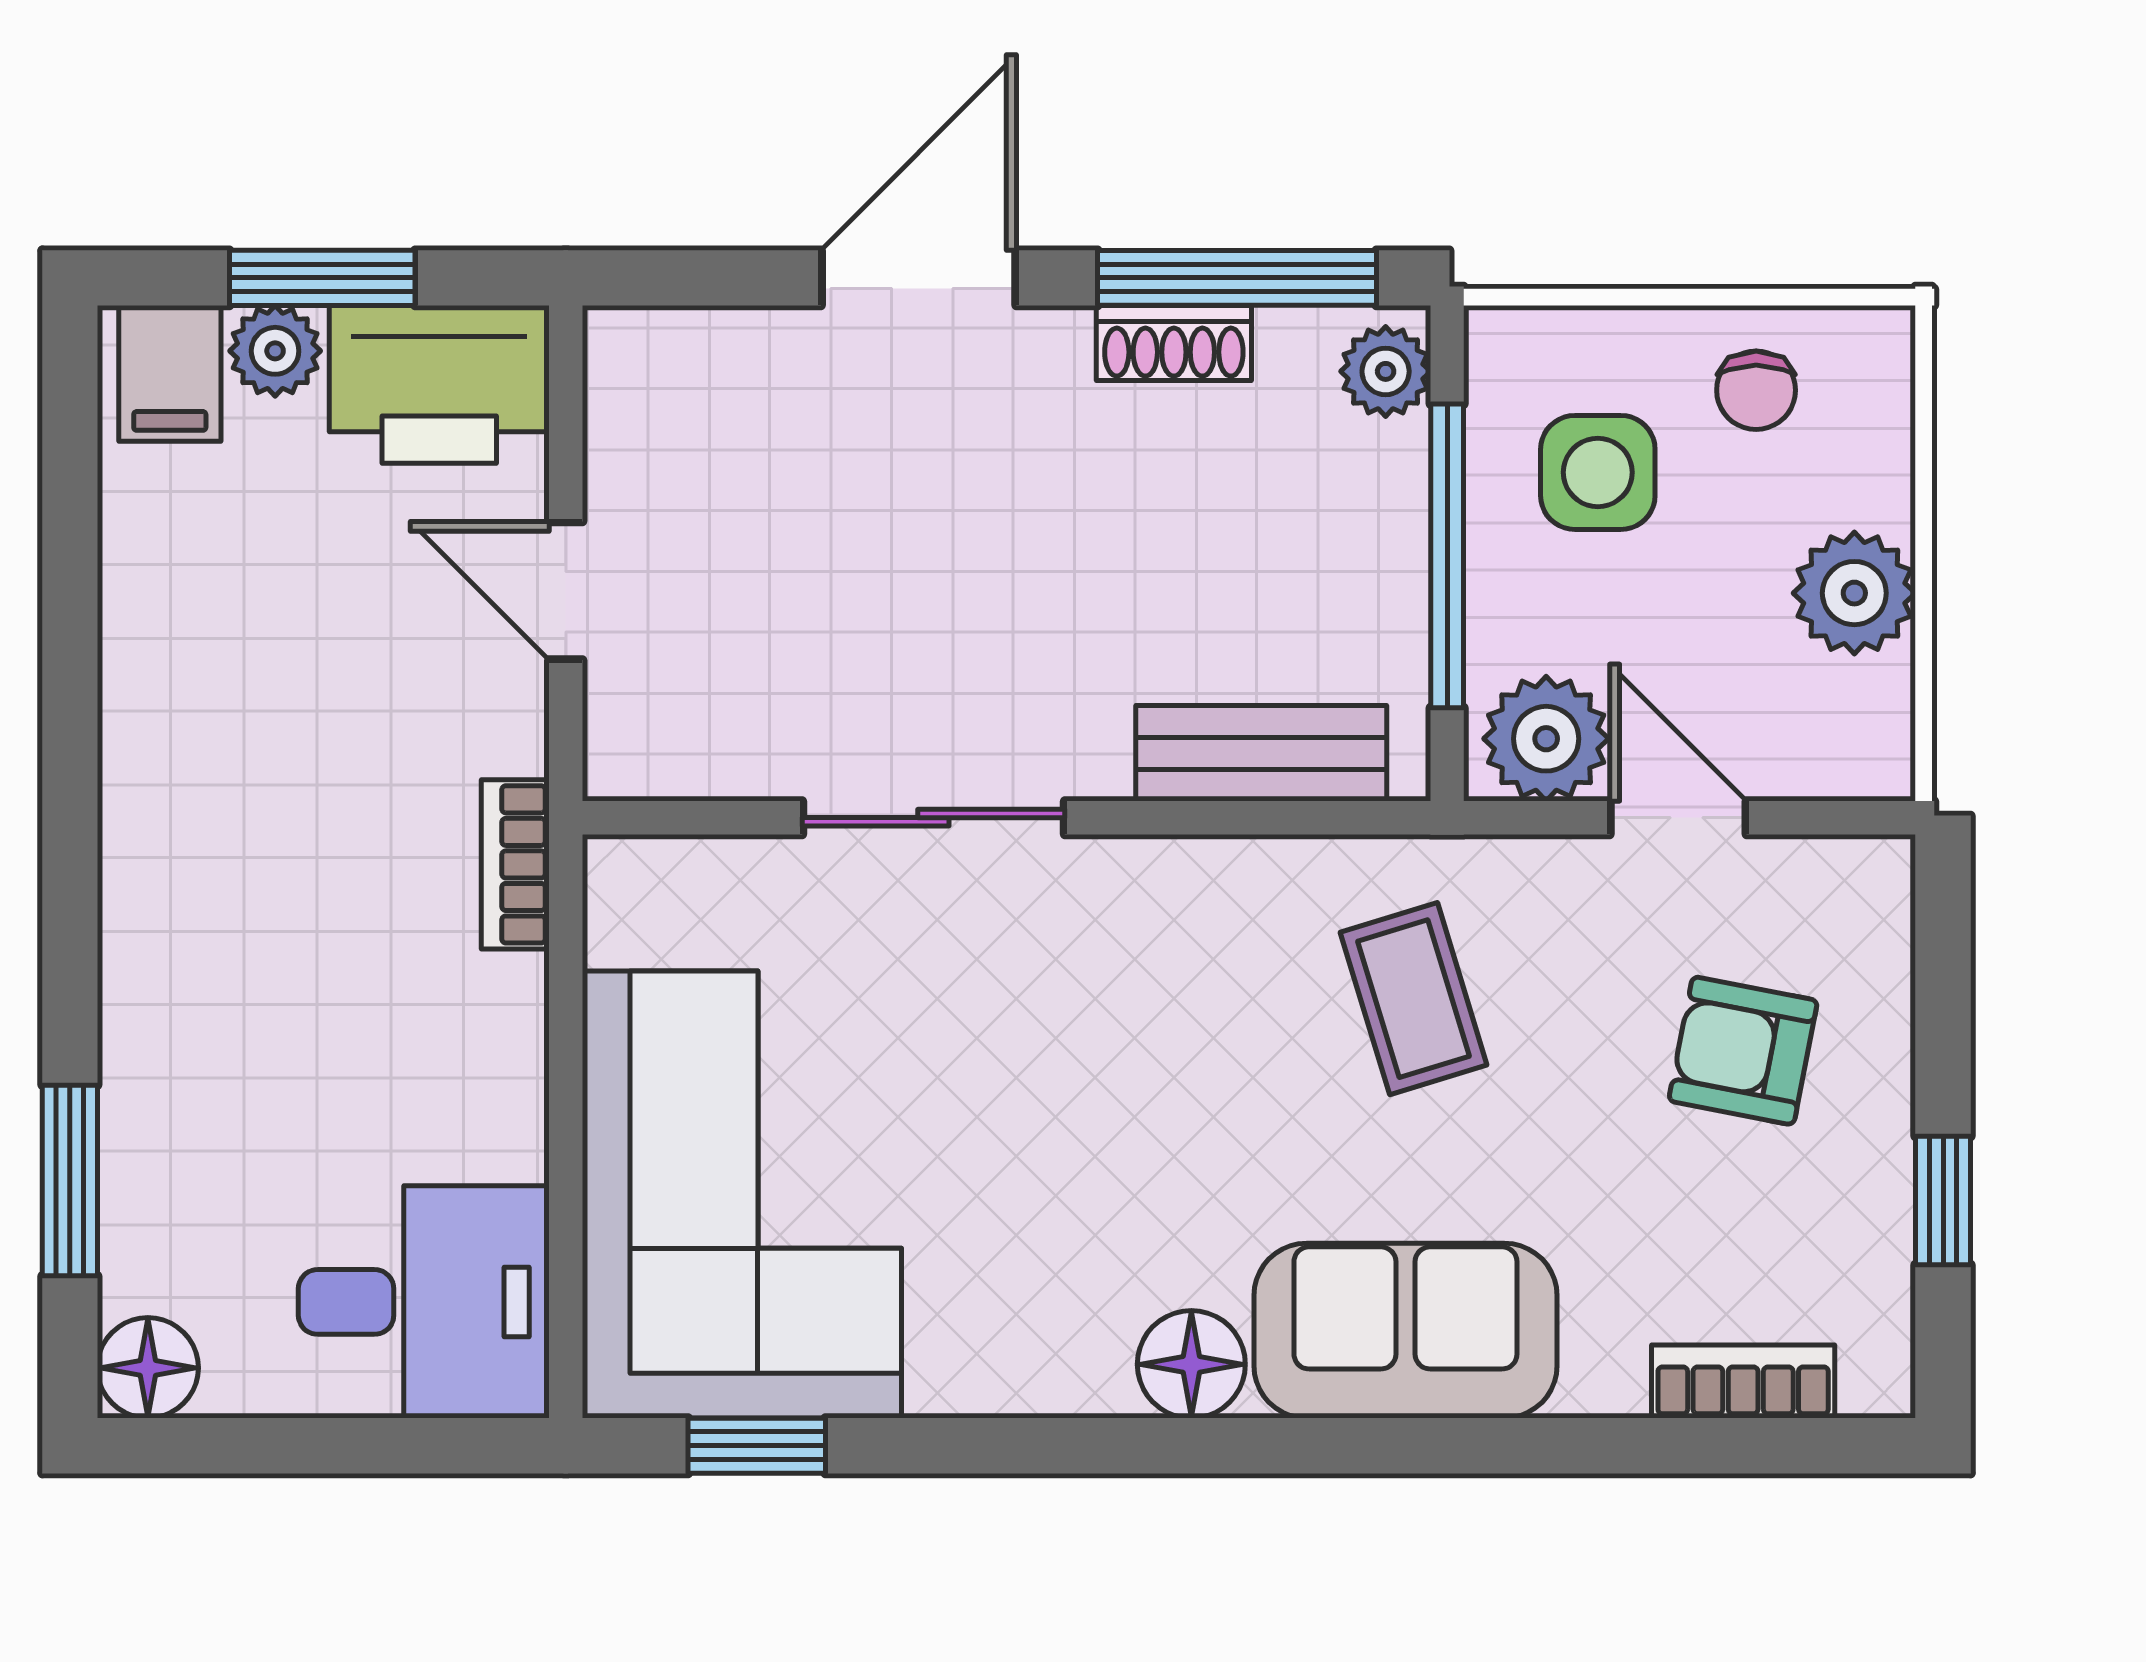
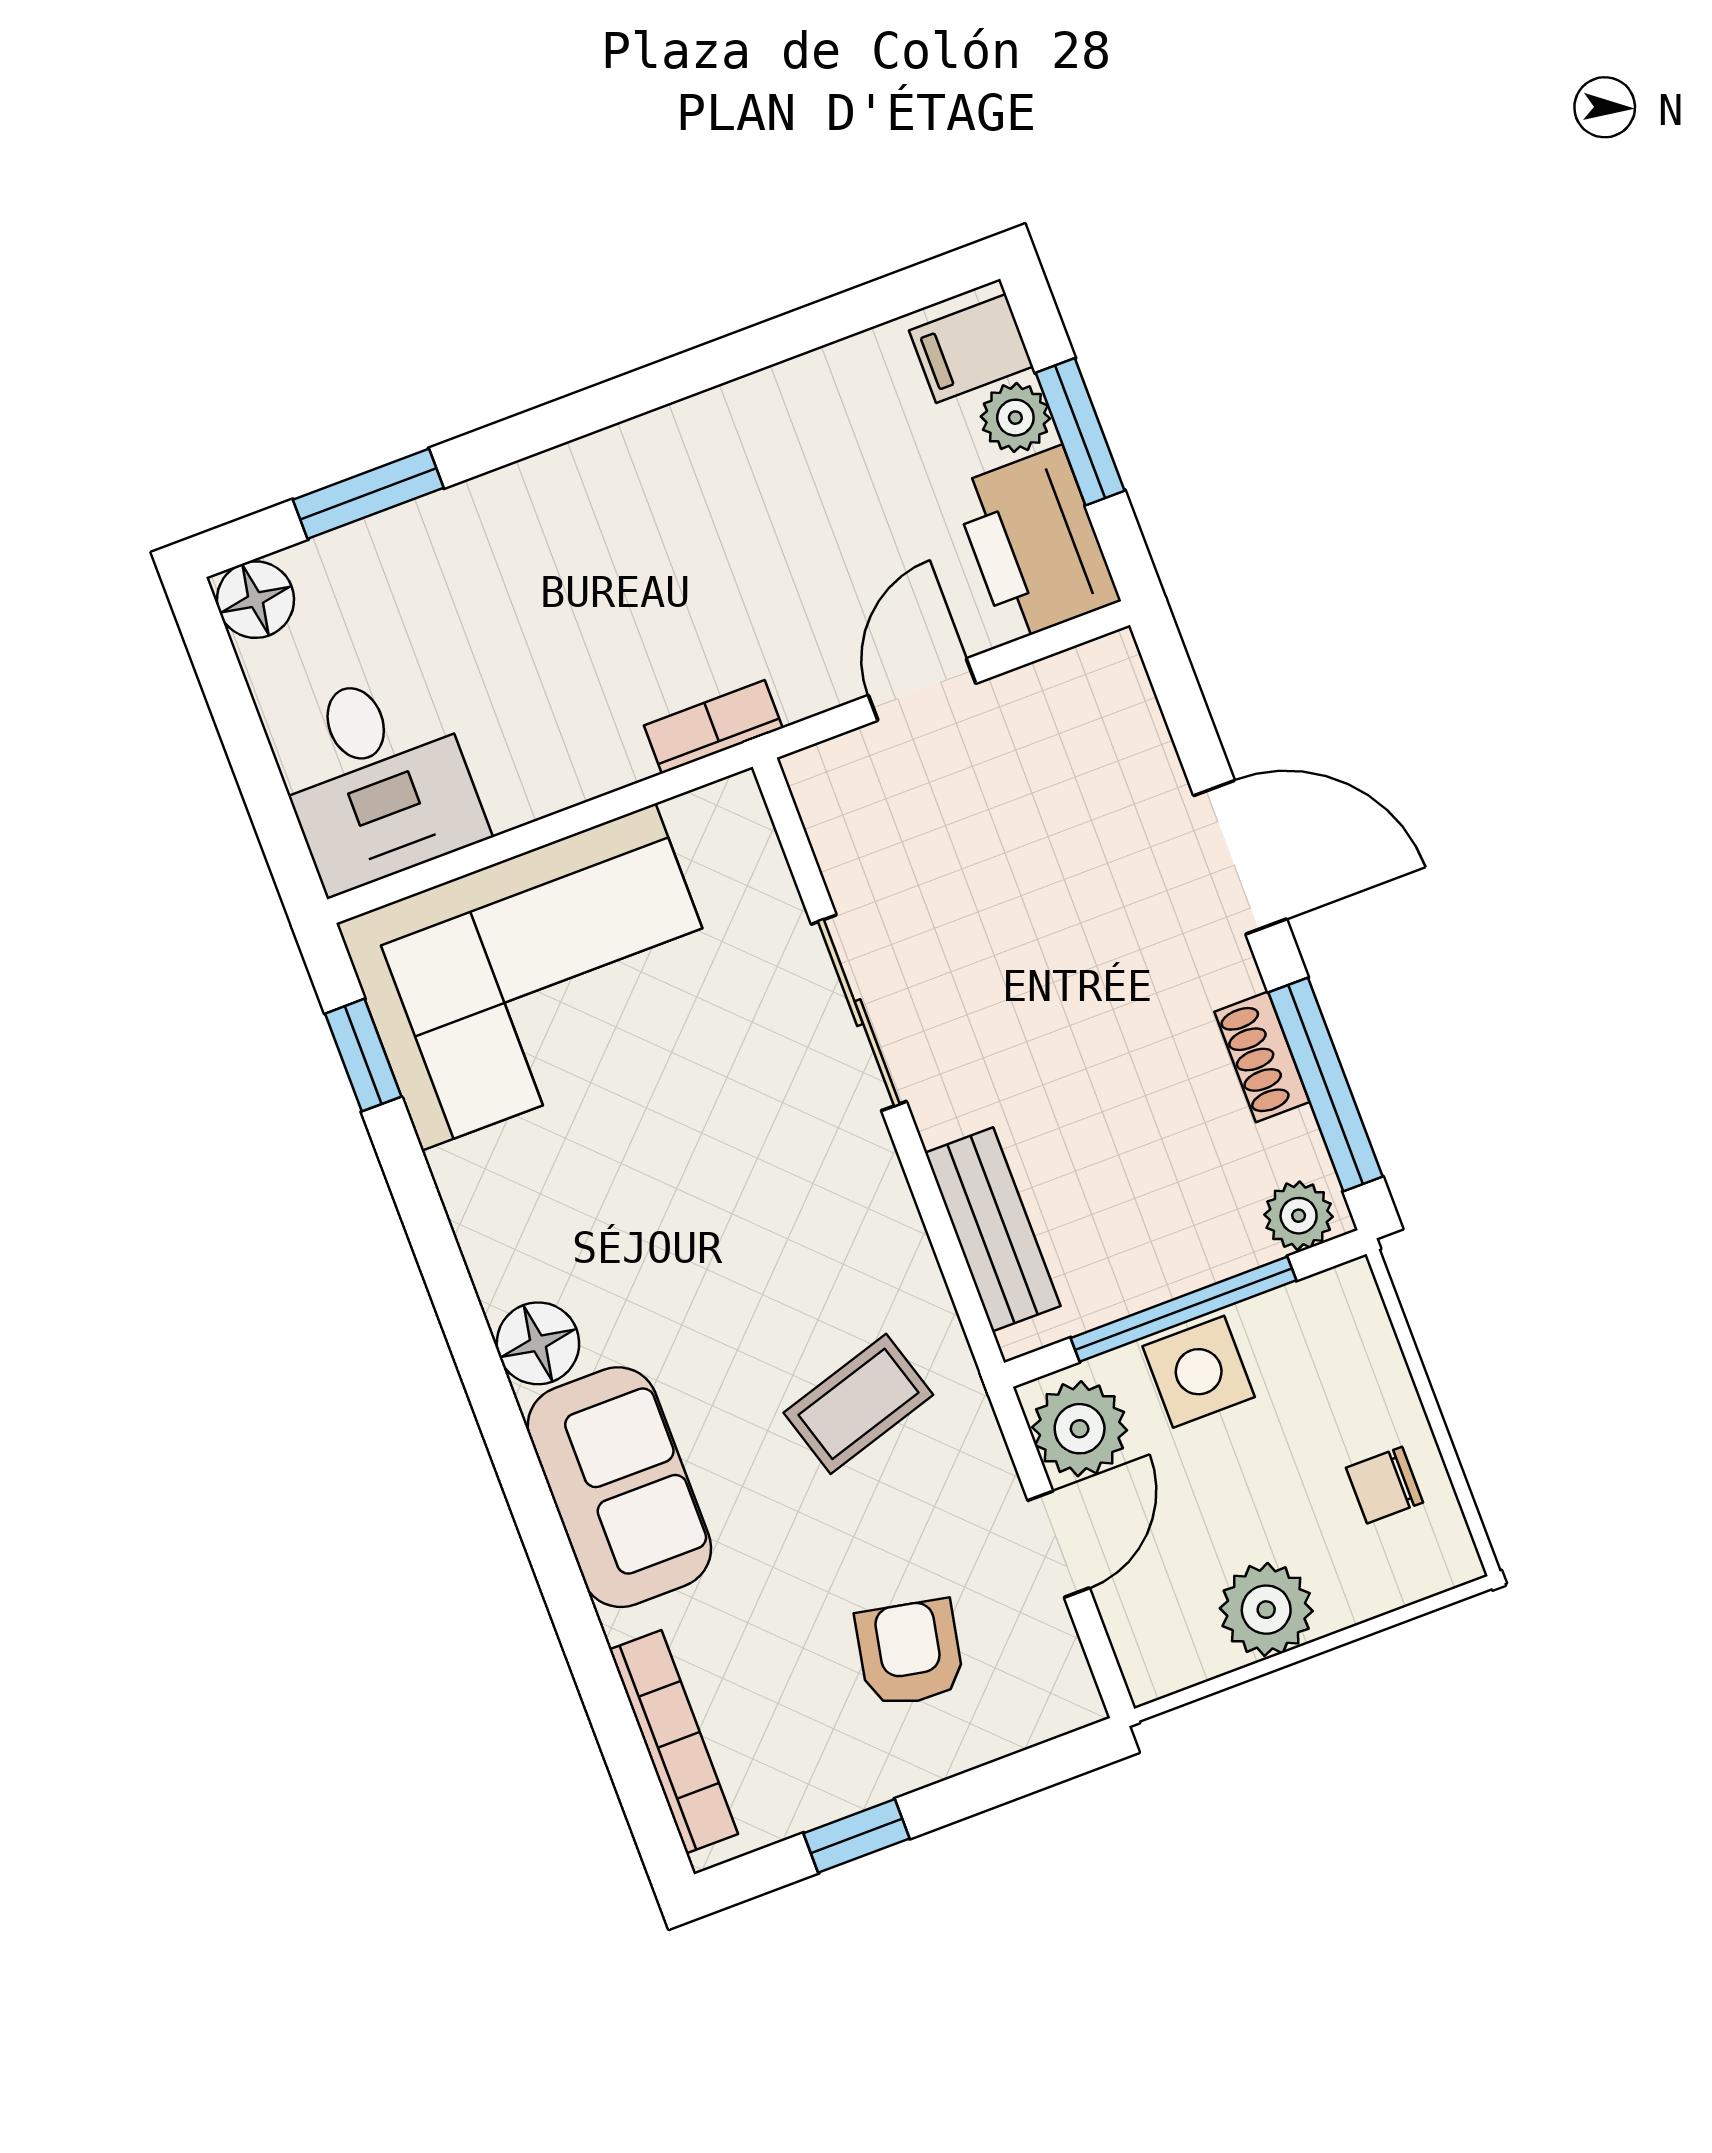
side table: (1598, 472) -> (1199, 1372), moved
bookcase: (1743, 1382) -> (674, 1742), width x1.56

